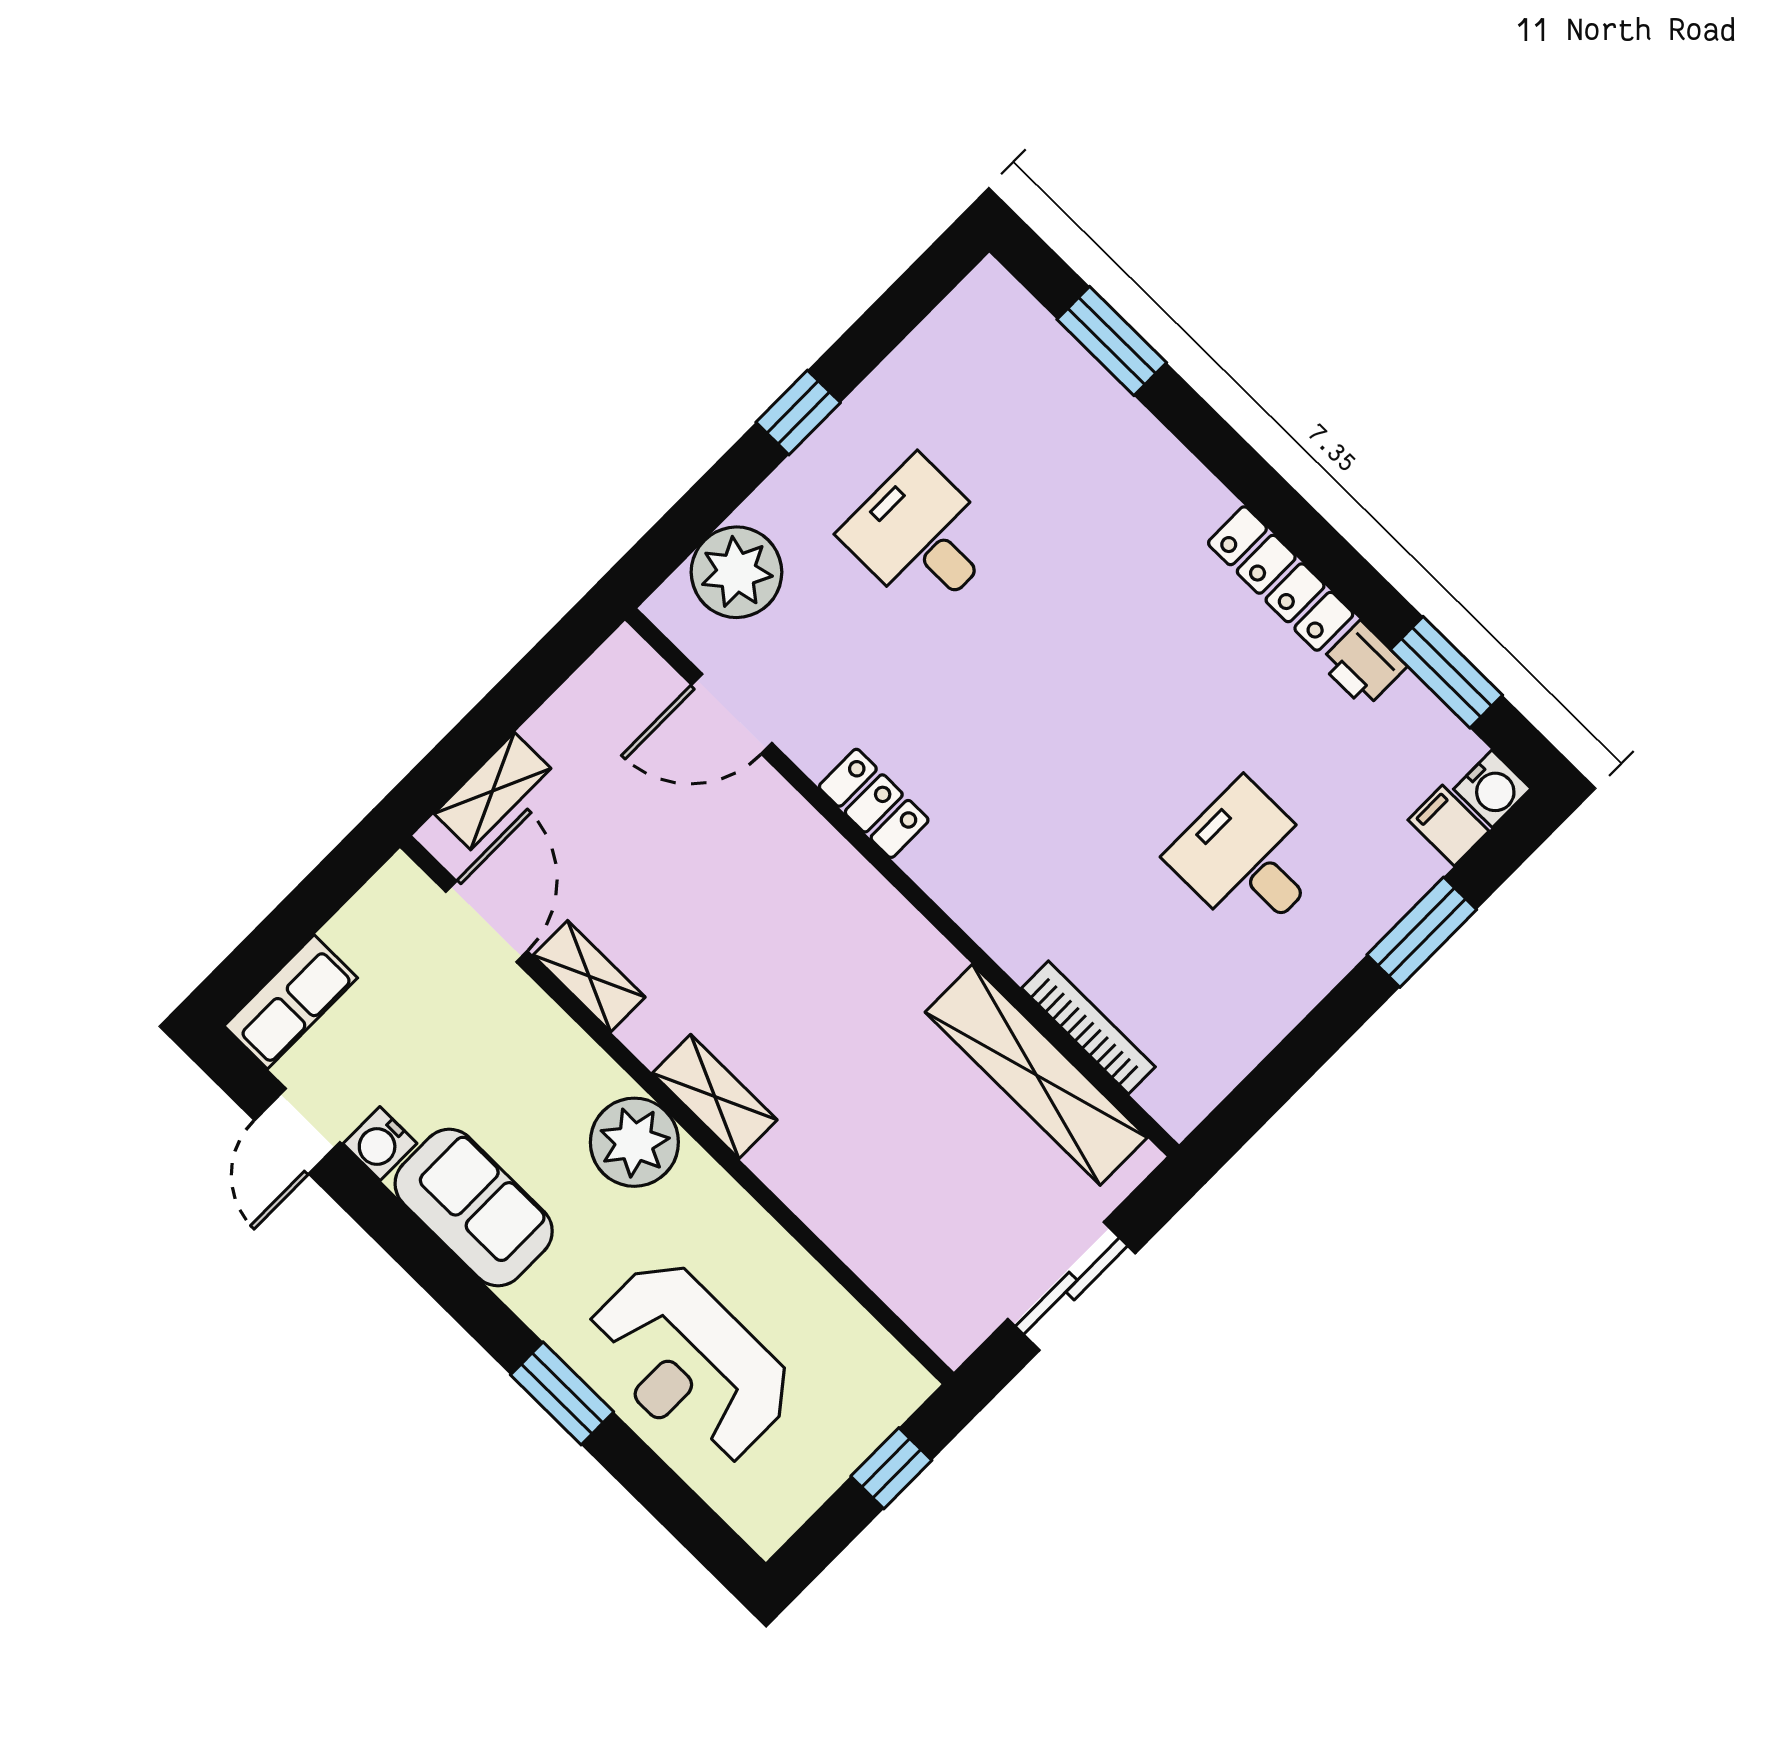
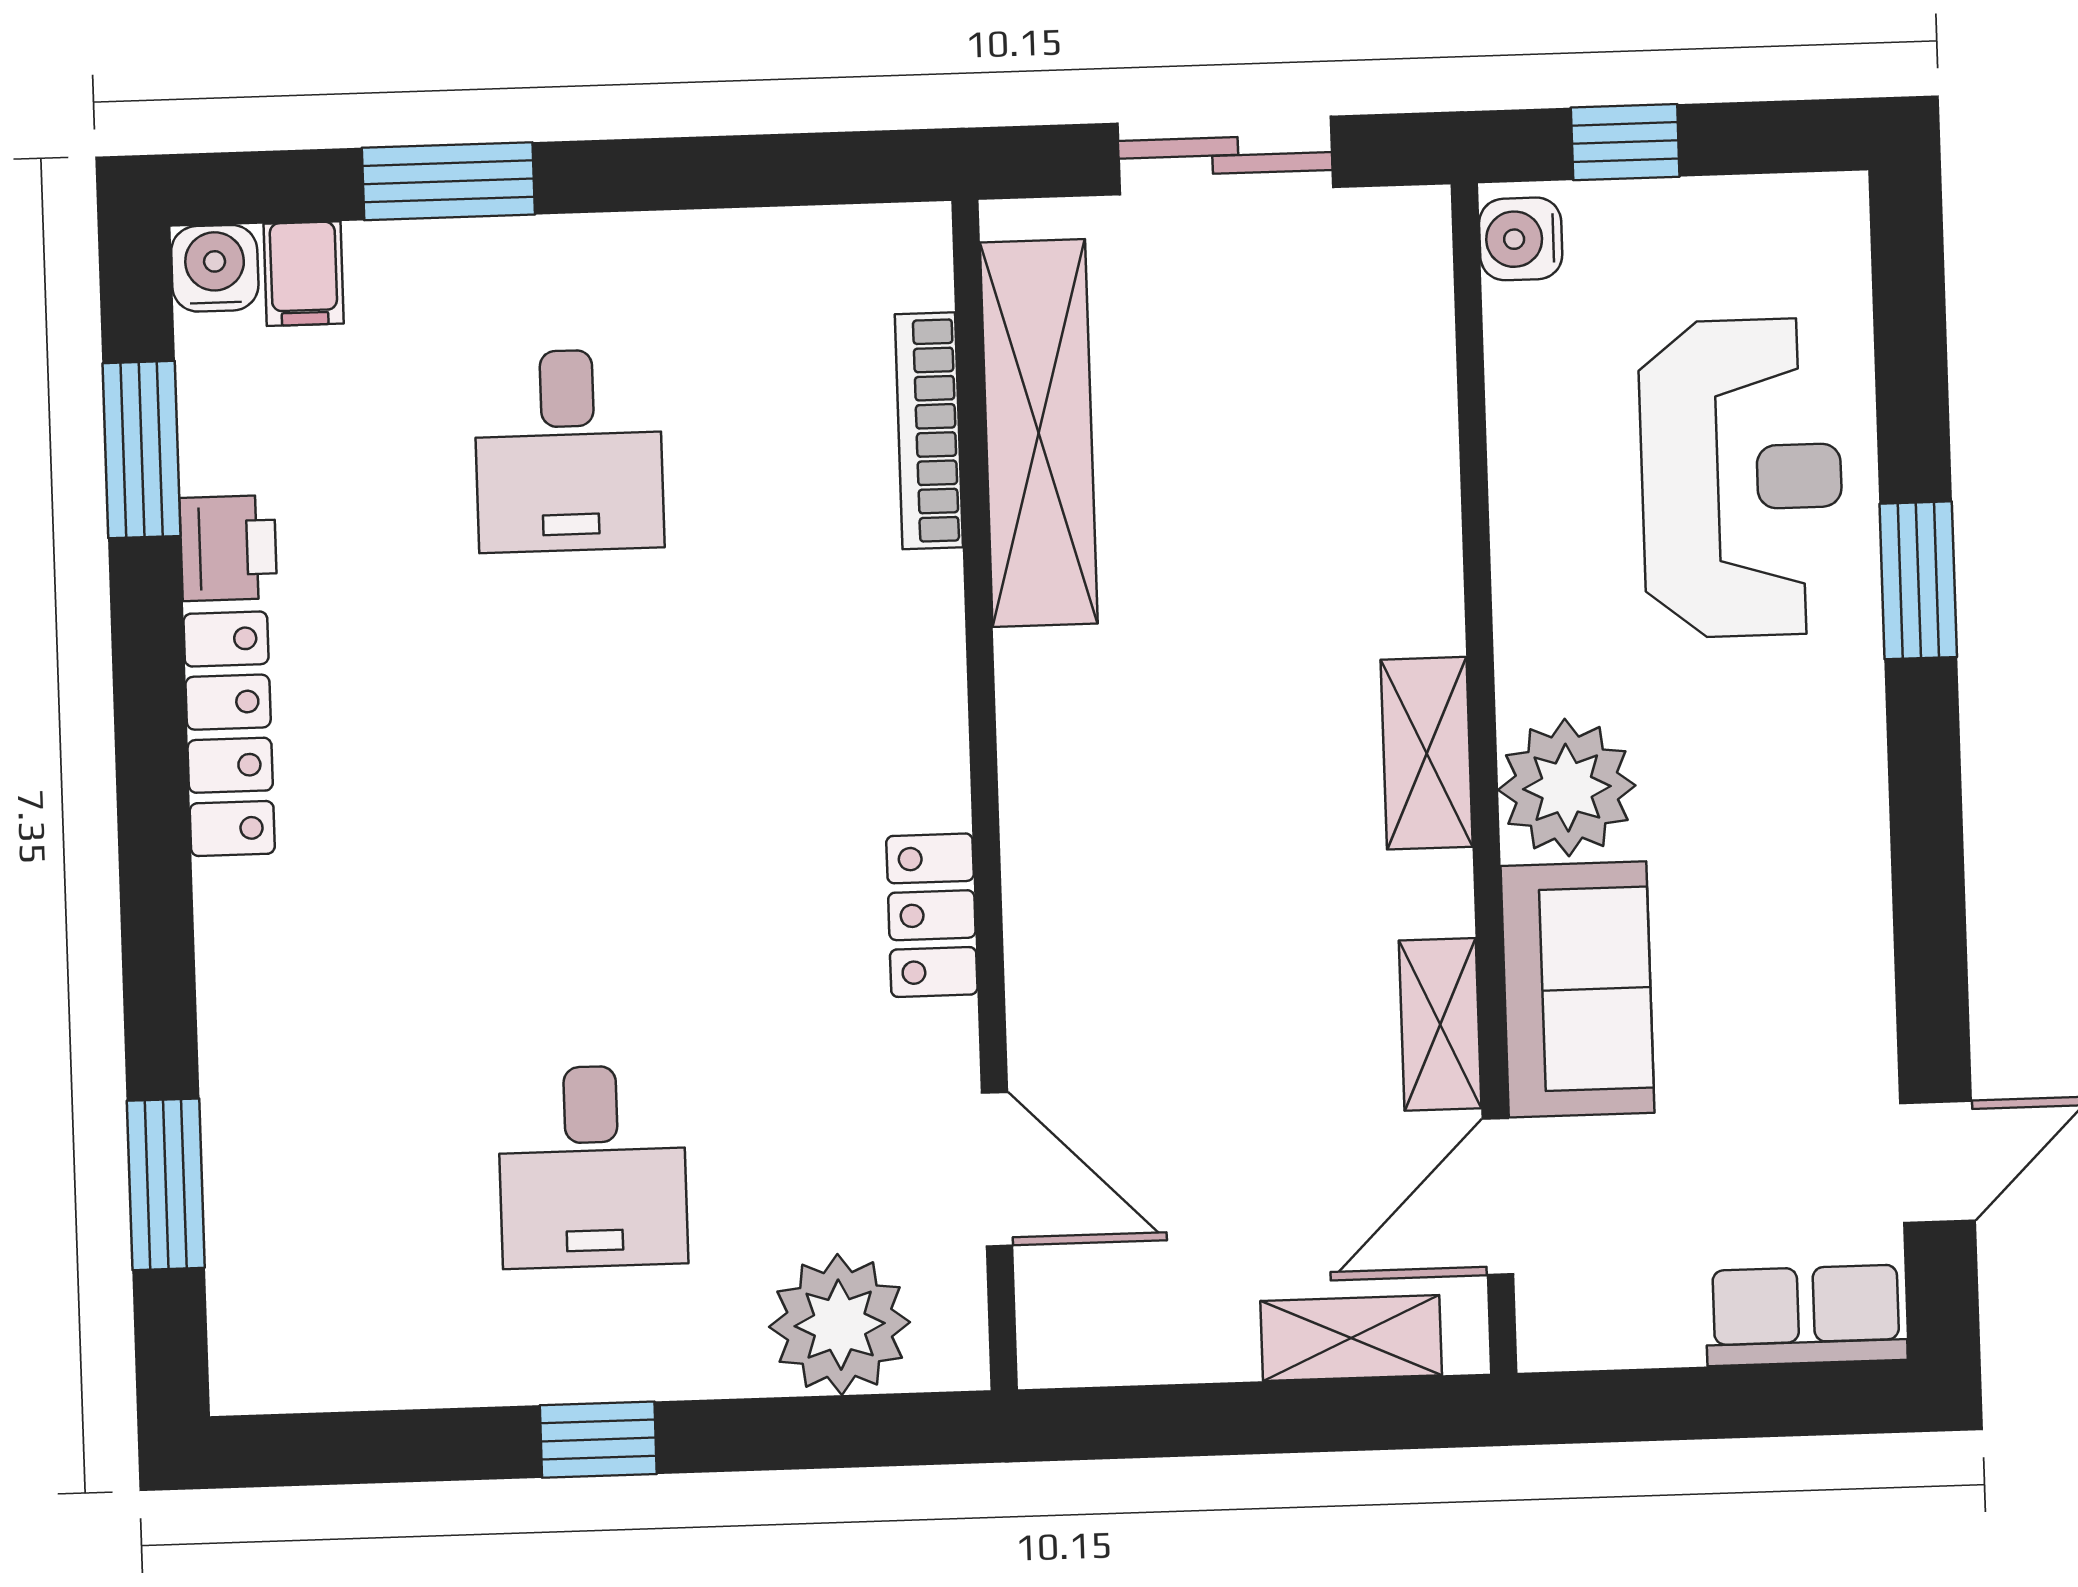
water cooler: (380, 1144) -> (1521, 239), moved, turned 180
sofa: (474, 1207) -> (1577, 989), moved, turned 180

